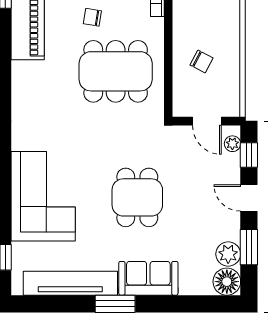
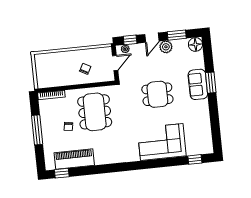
plant: (228, 254) -> (166, 47), moved
tv unit: (70, 283) -> (204, 124), removed
window: (115, 304) -> (211, 83), moved

